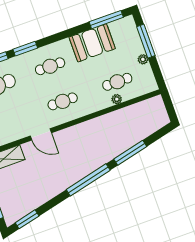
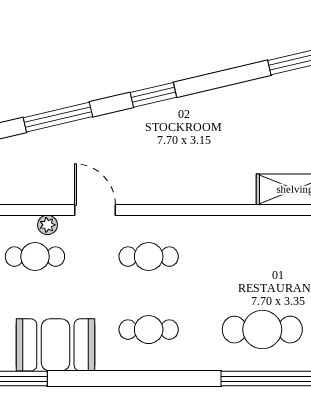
window: (25, 49) -> (183, 379), removed
door: (41, 134) -> (95, 210), moved
window: (88, 180) -> (153, 95), width x0.47

